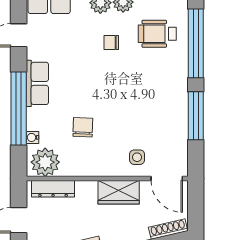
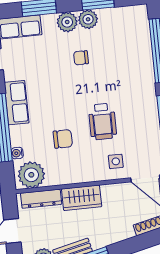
wheelchair: (157, 34) -> (102, 121), moved, turned -90
chair: (83, 127) -> (63, 139), turned 88
wardrobe: (119, 192) -> (82, 198), moved

